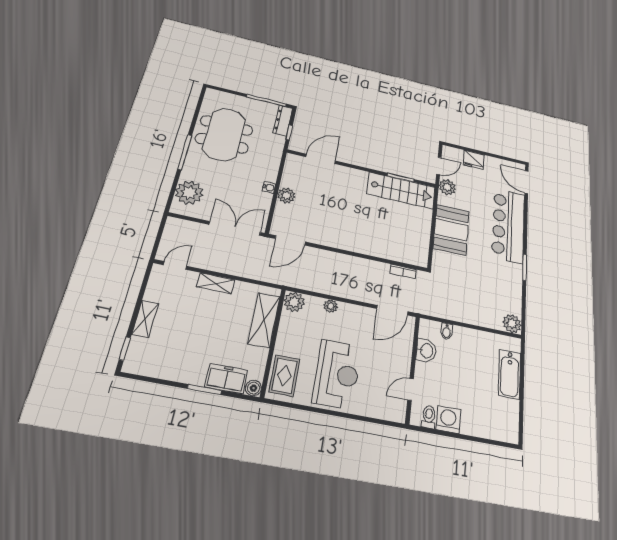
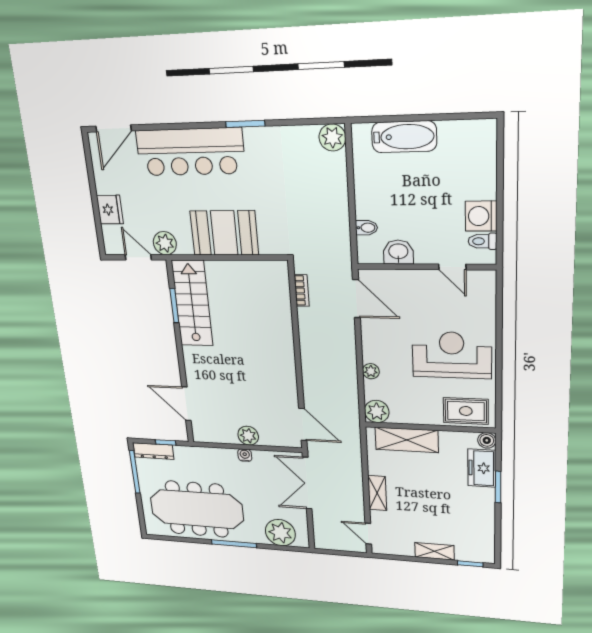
meeting table: (224, 134) -> (197, 509), width x1.36

